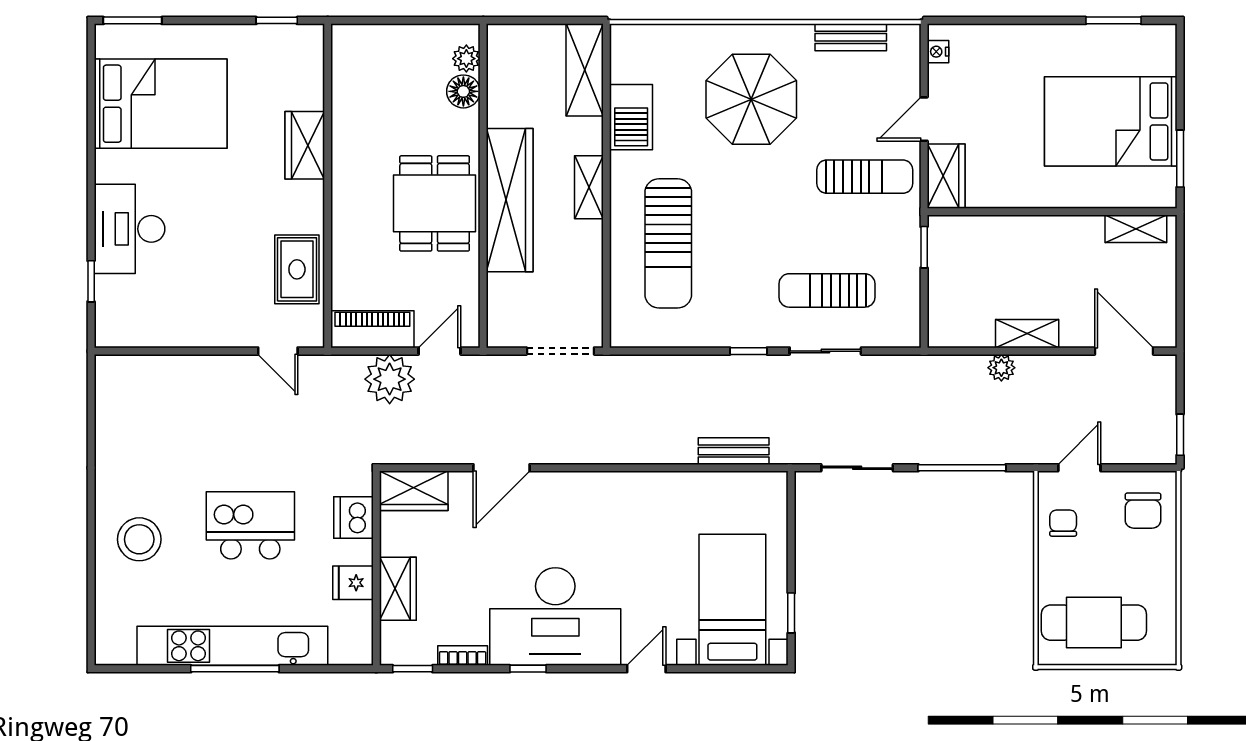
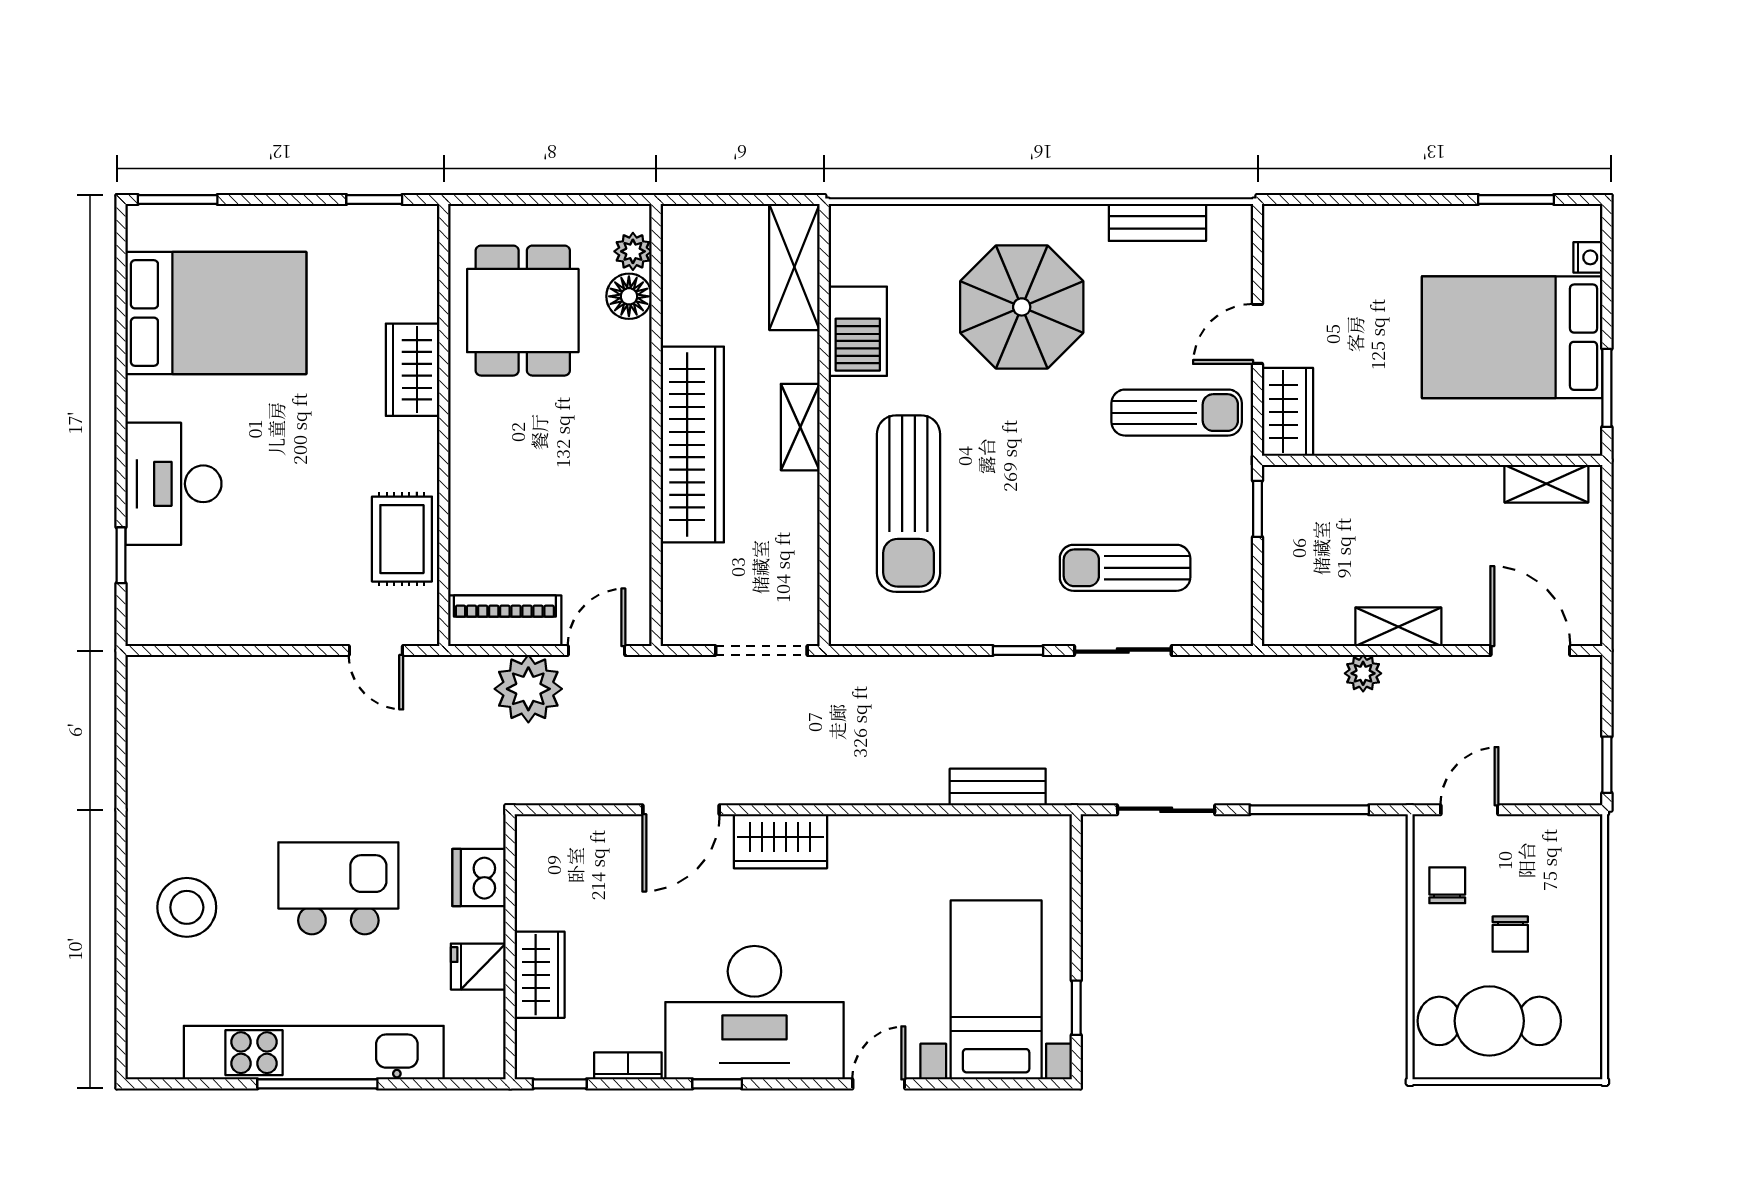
nightstand: (938, 52) -> (1588, 257), moved, turned 180
dining table: (435, 203) -> (523, 311), moved
wardrobe: (414, 491) -> (780, 841), moved
chair: (1143, 511) -> (1510, 934), moved, width x0.73, depth x0.73

